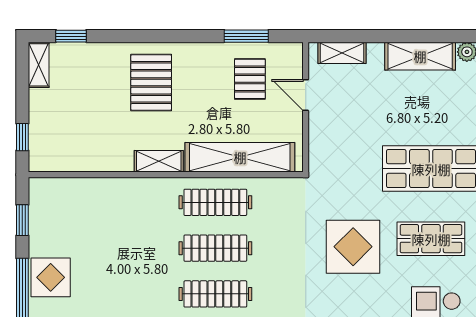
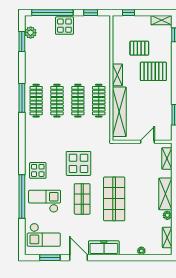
pallet: (250, 79) -> (139, 48), moved

